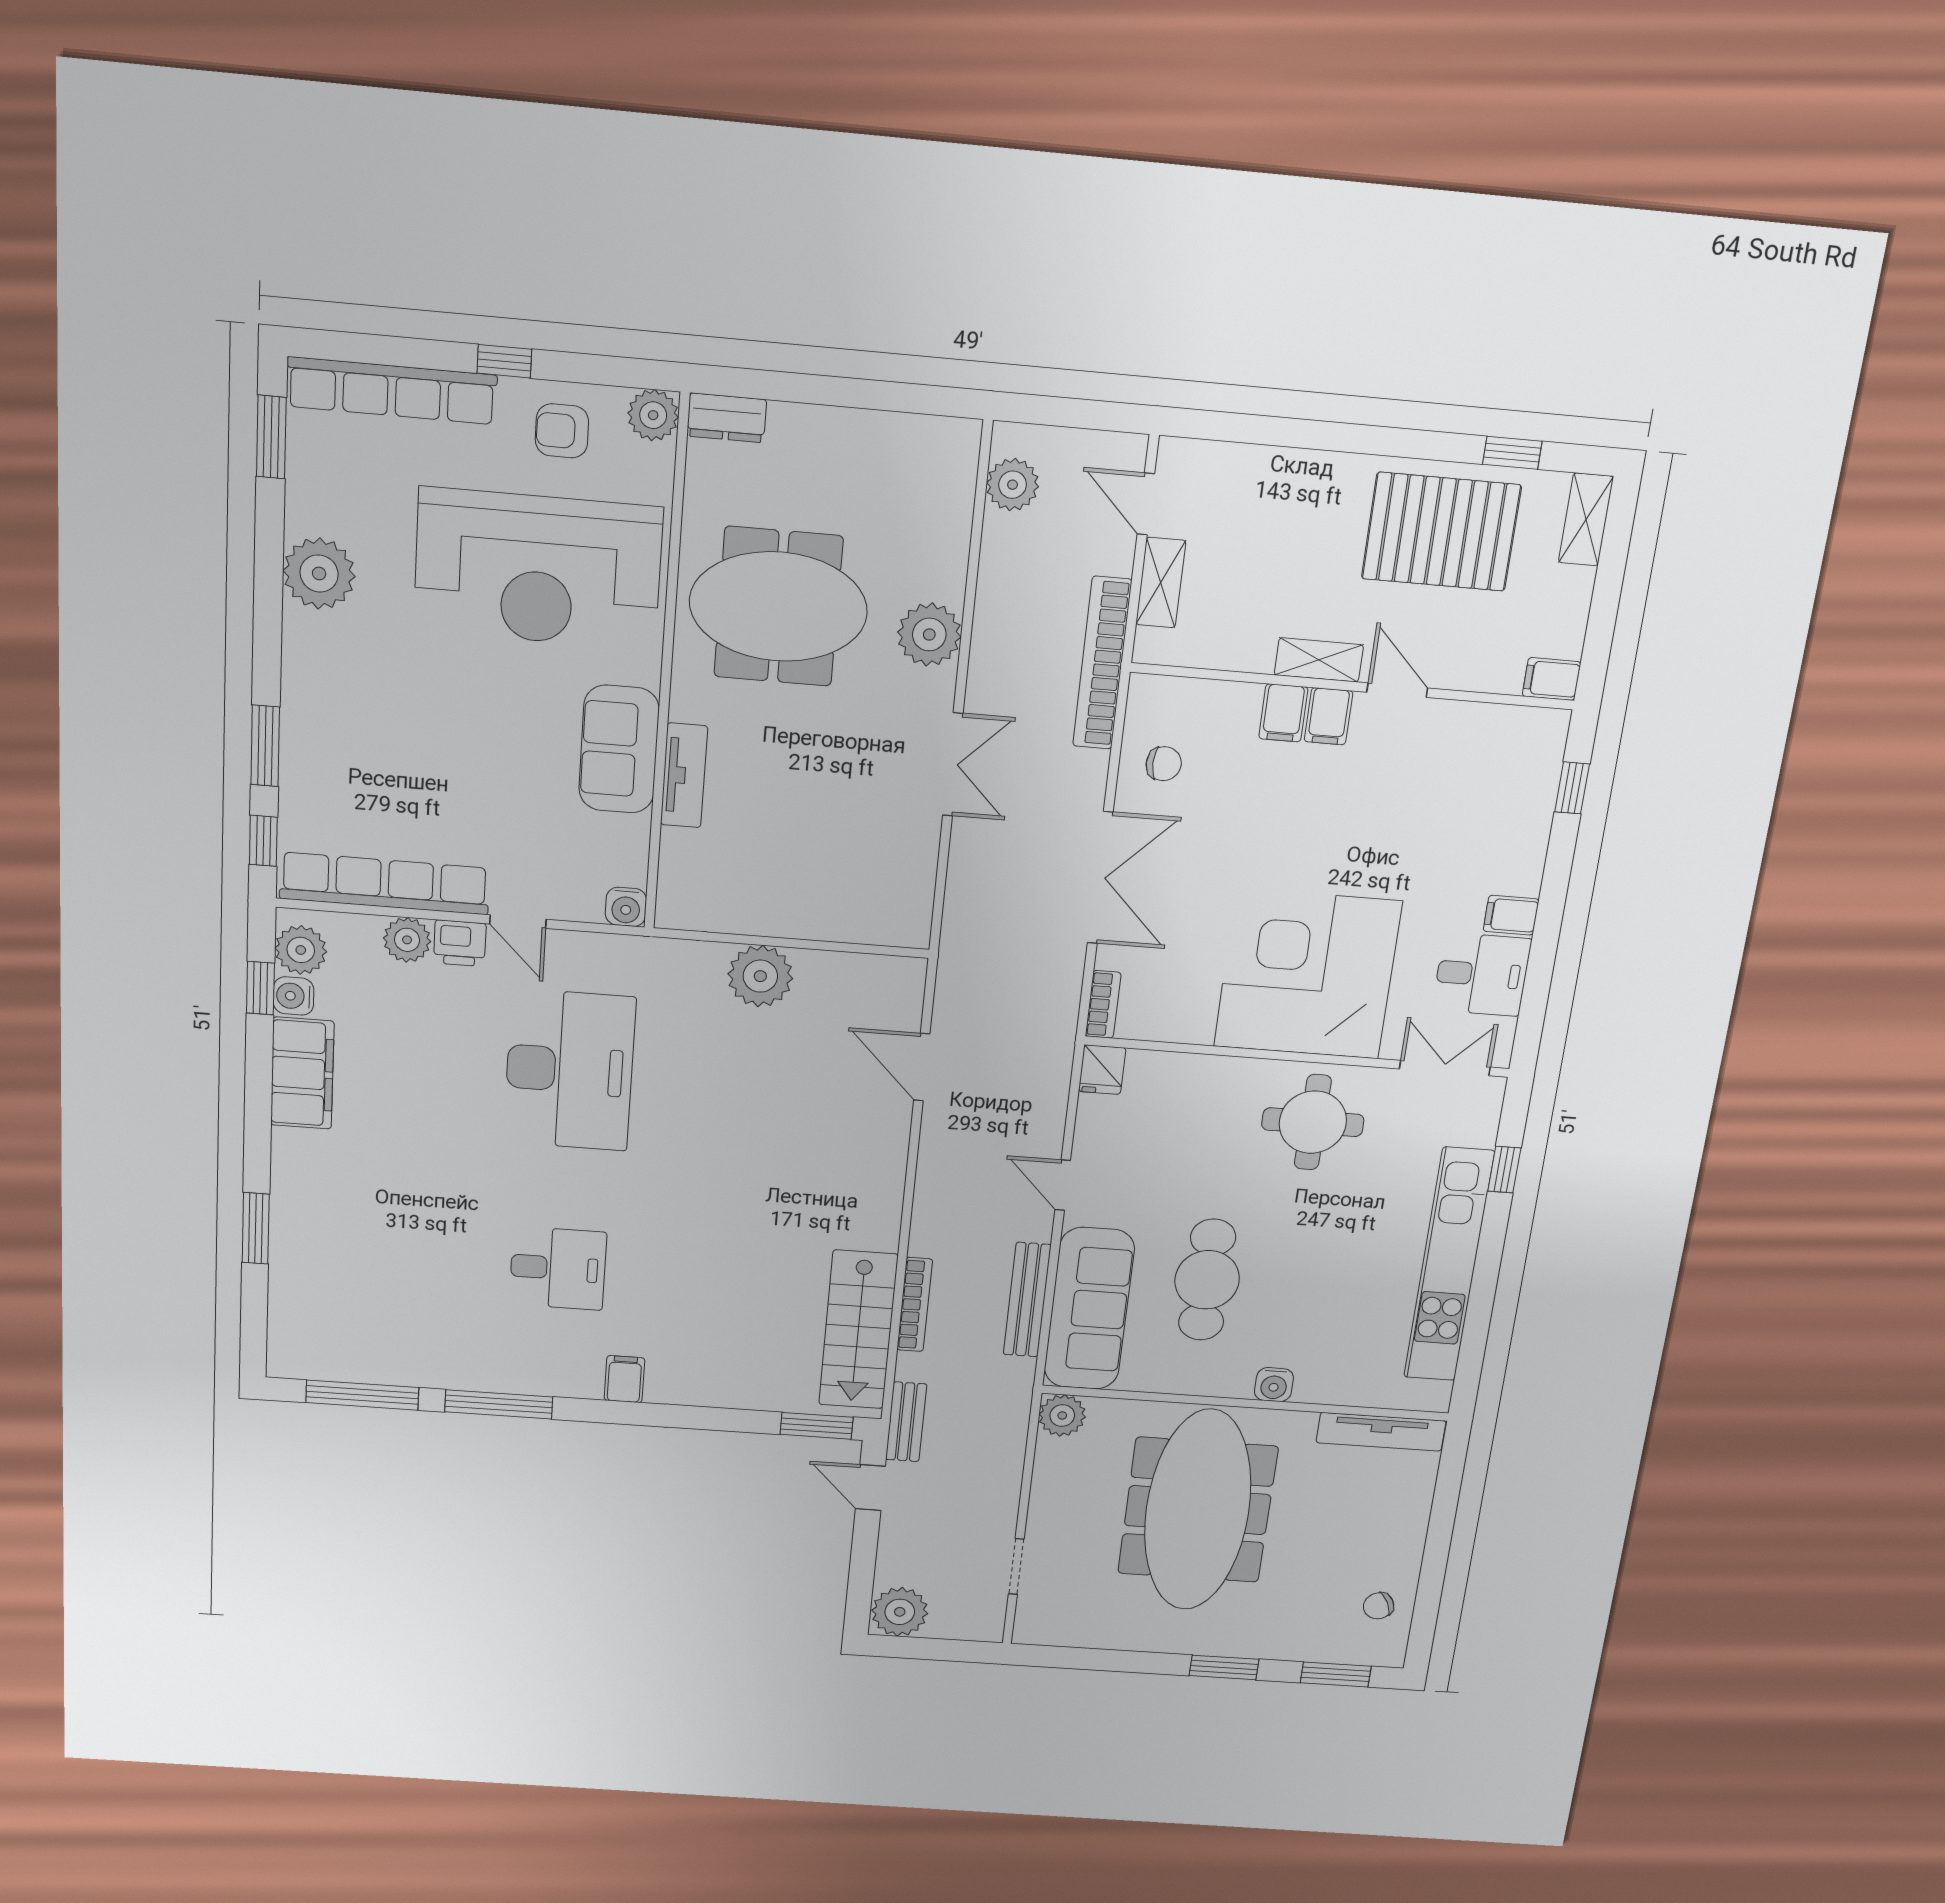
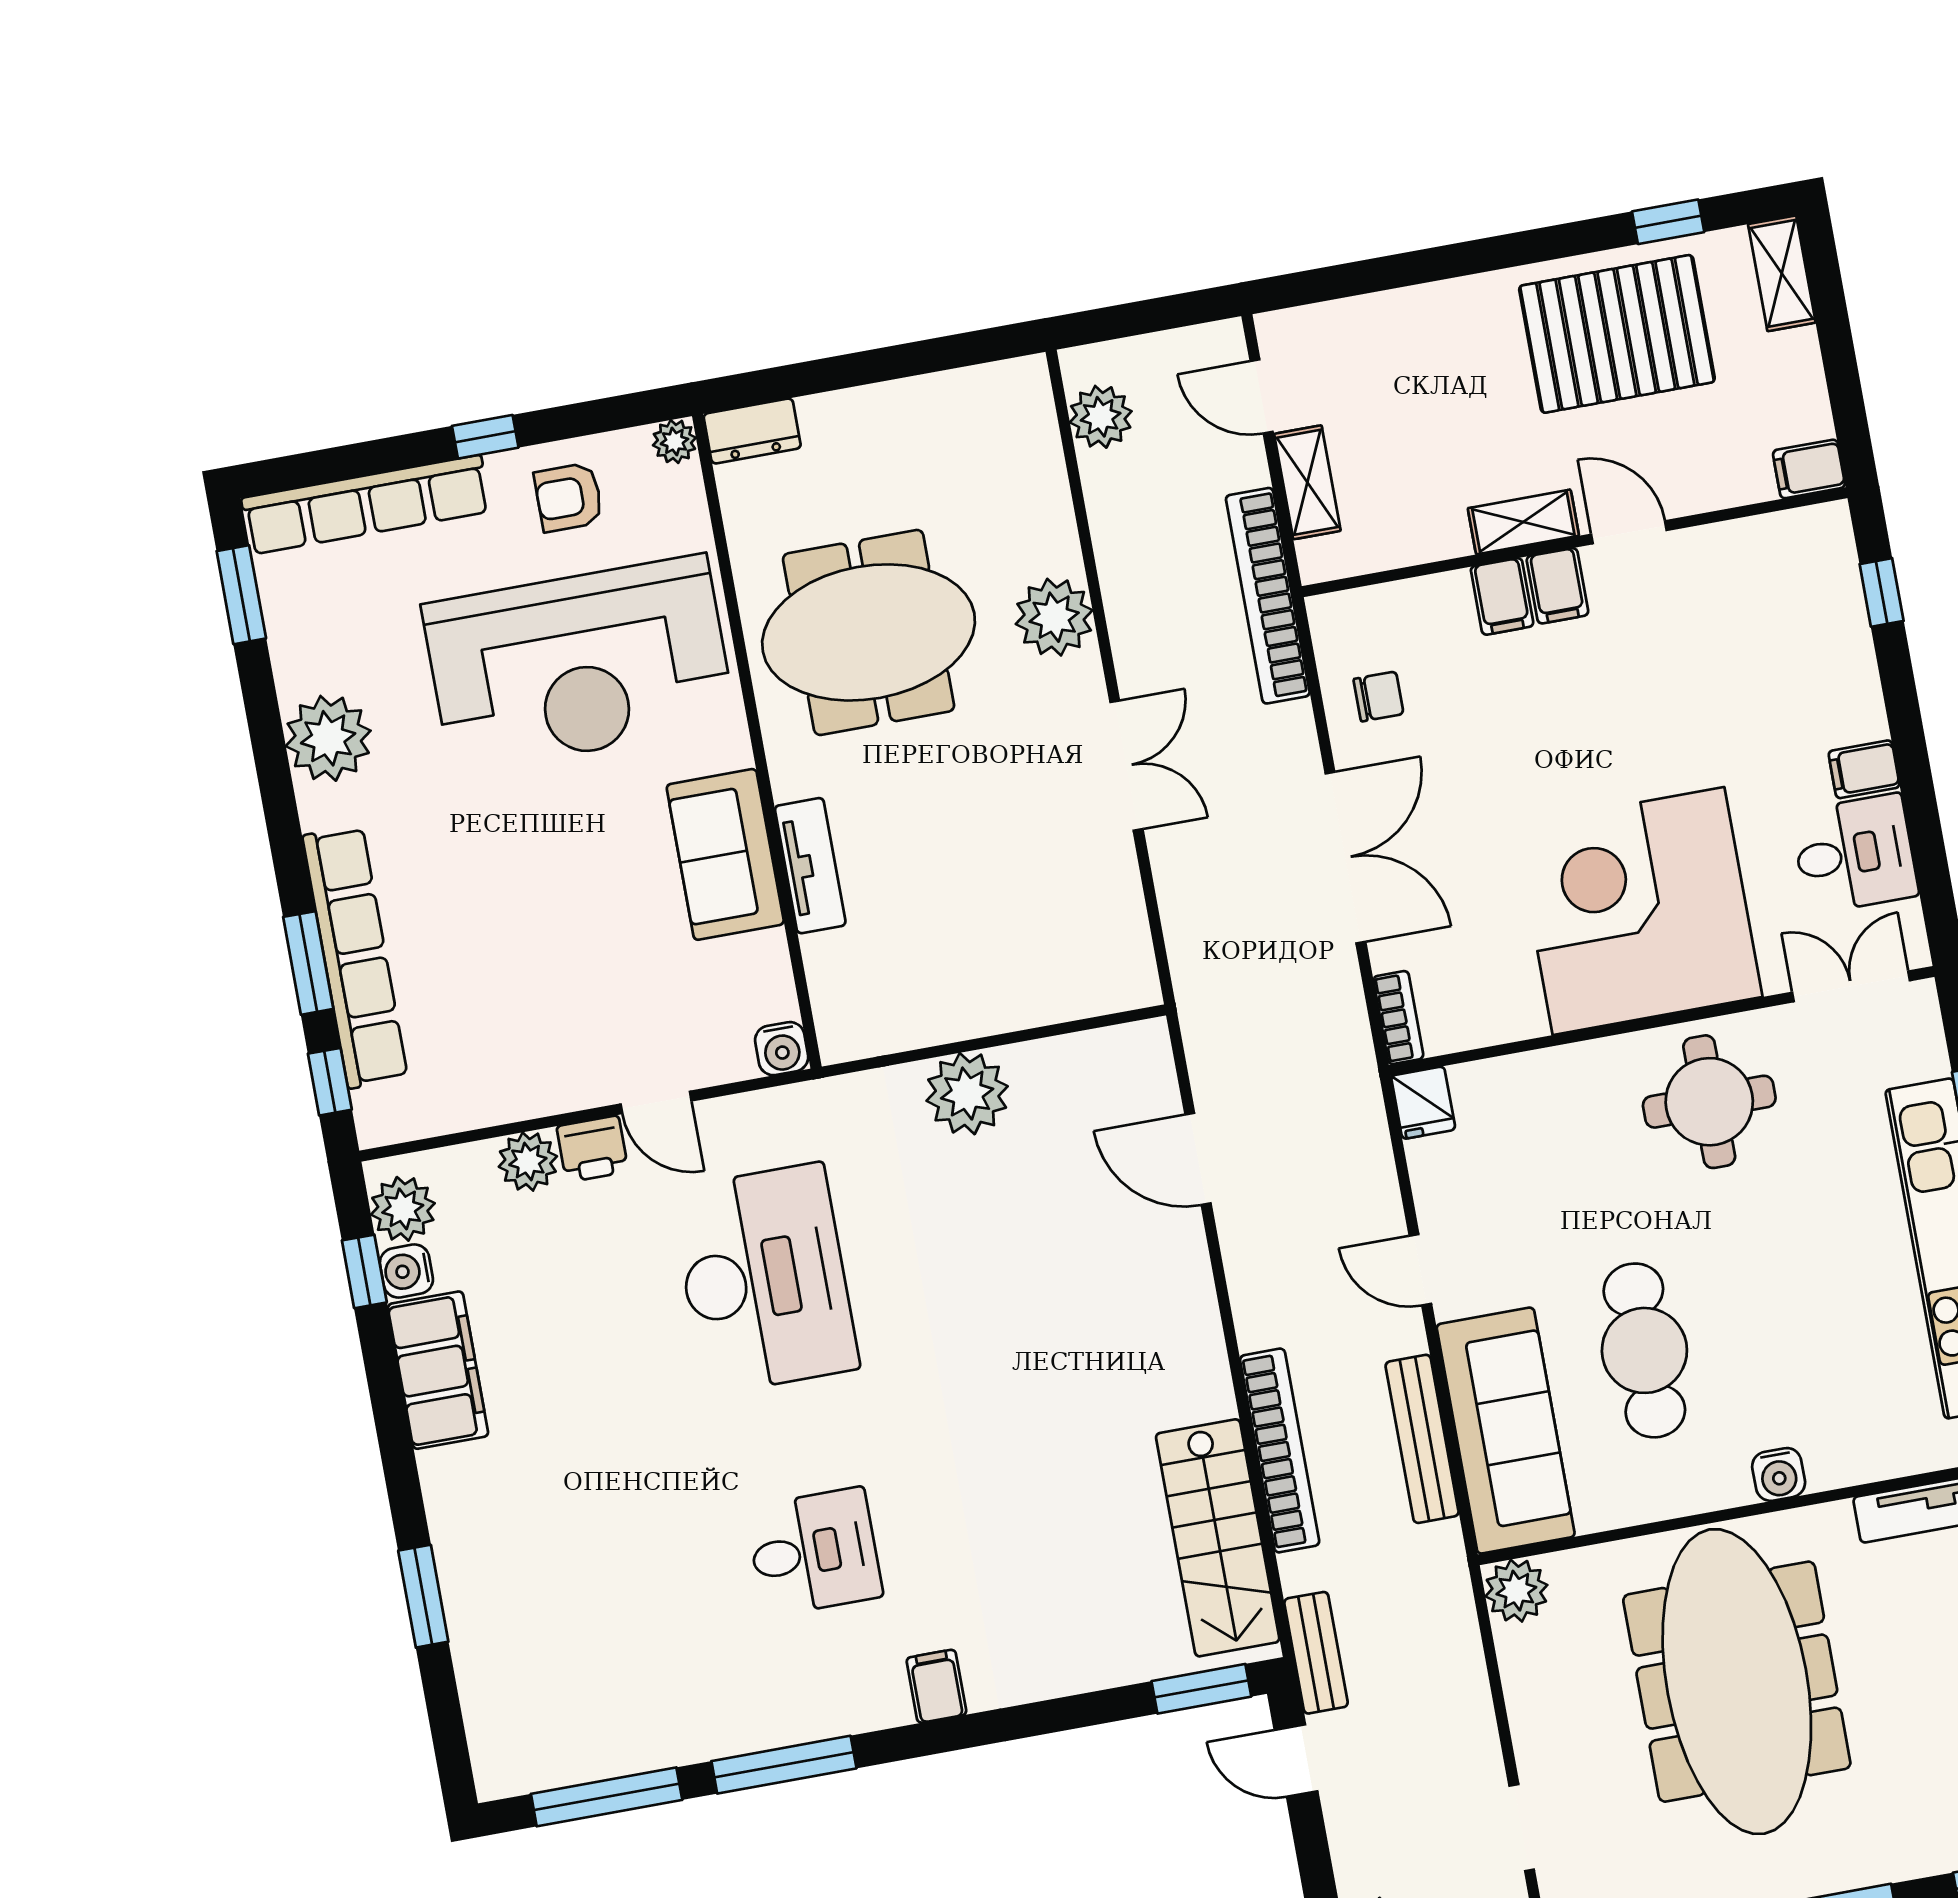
plant: (653, 415) -> (674, 441), width x0.73, depth x0.73
row of seats: (385, 883) -> (355, 957), moved, turned 90
bookcase: (915, 1305) -> (1280, 1450), width x1.48, depth x1.31

